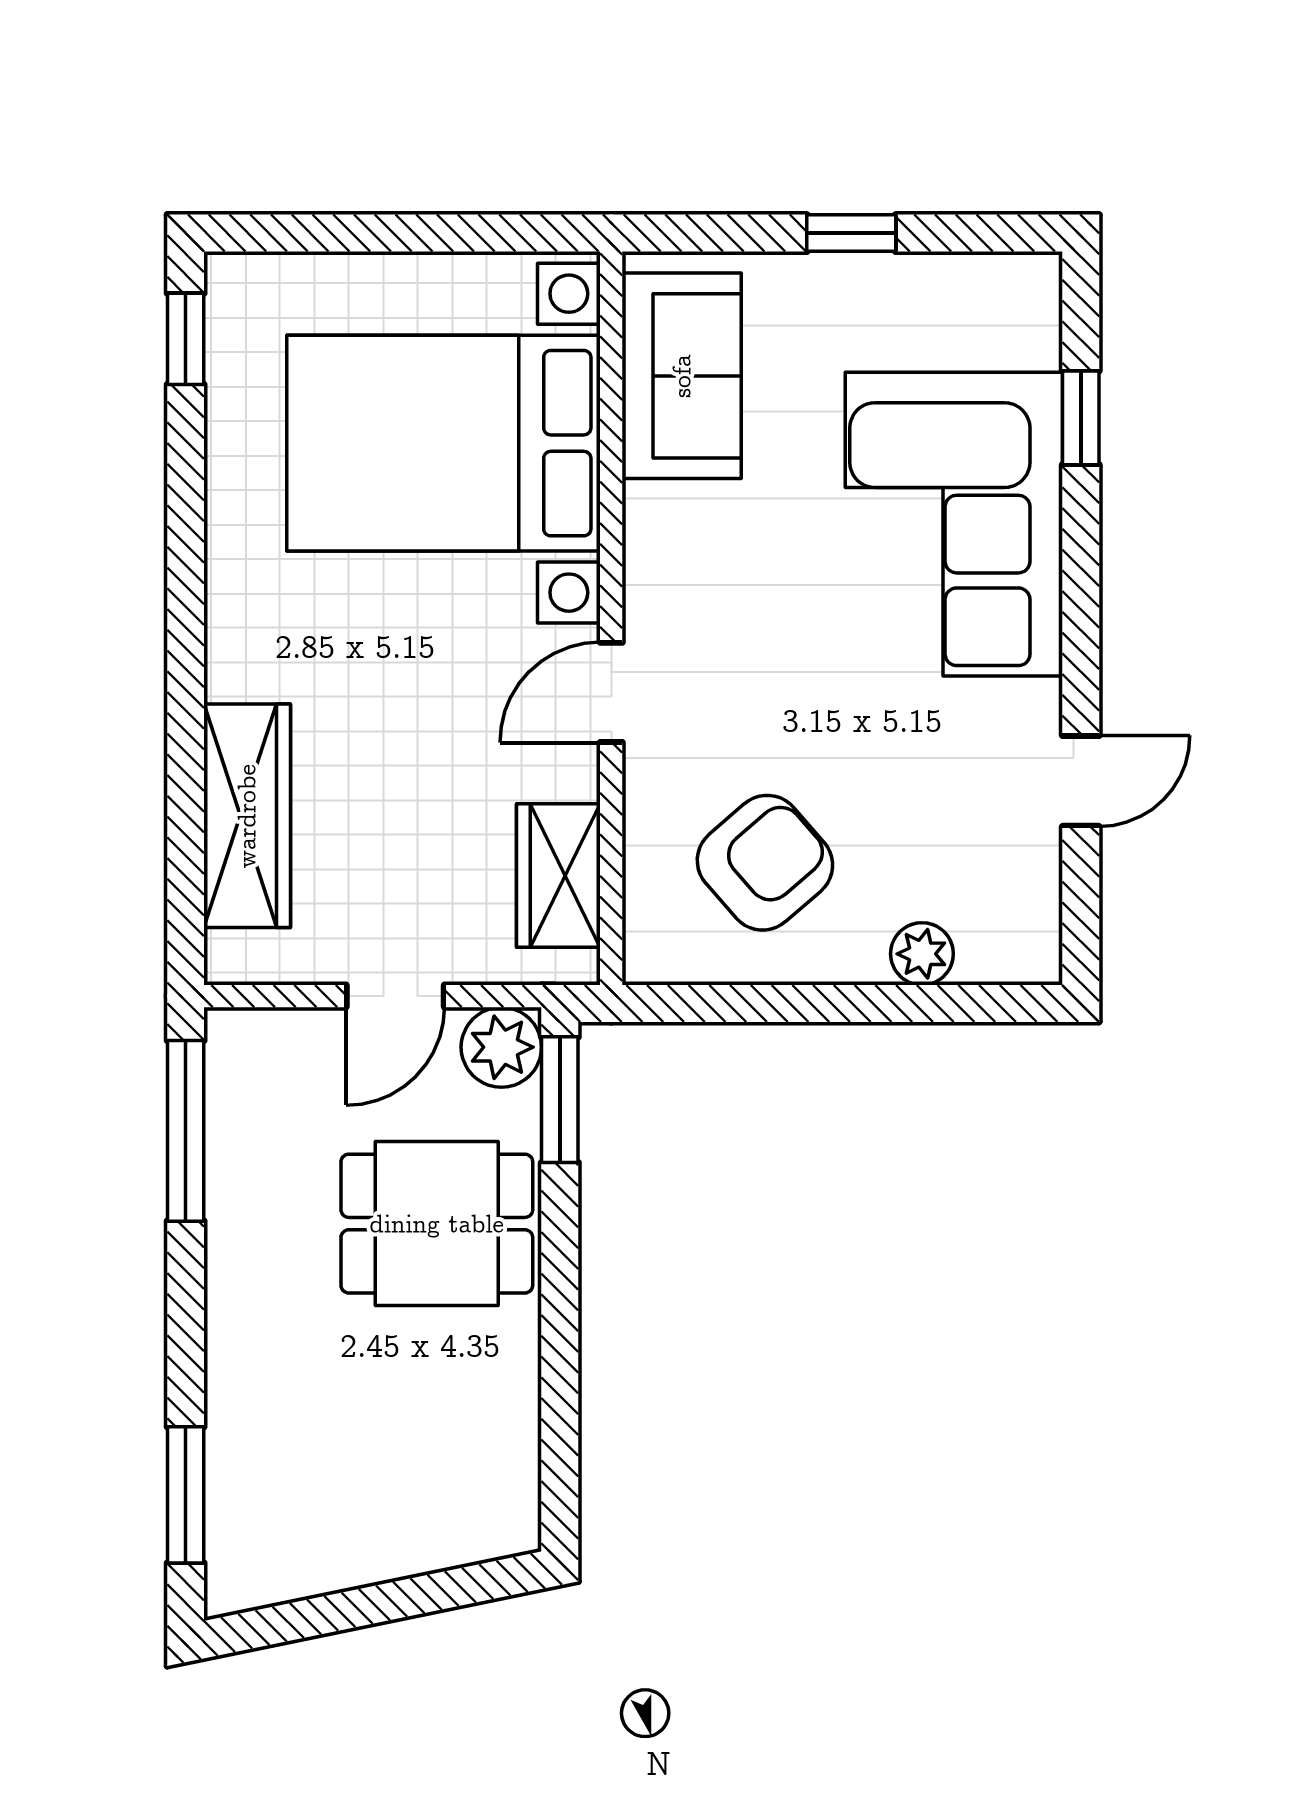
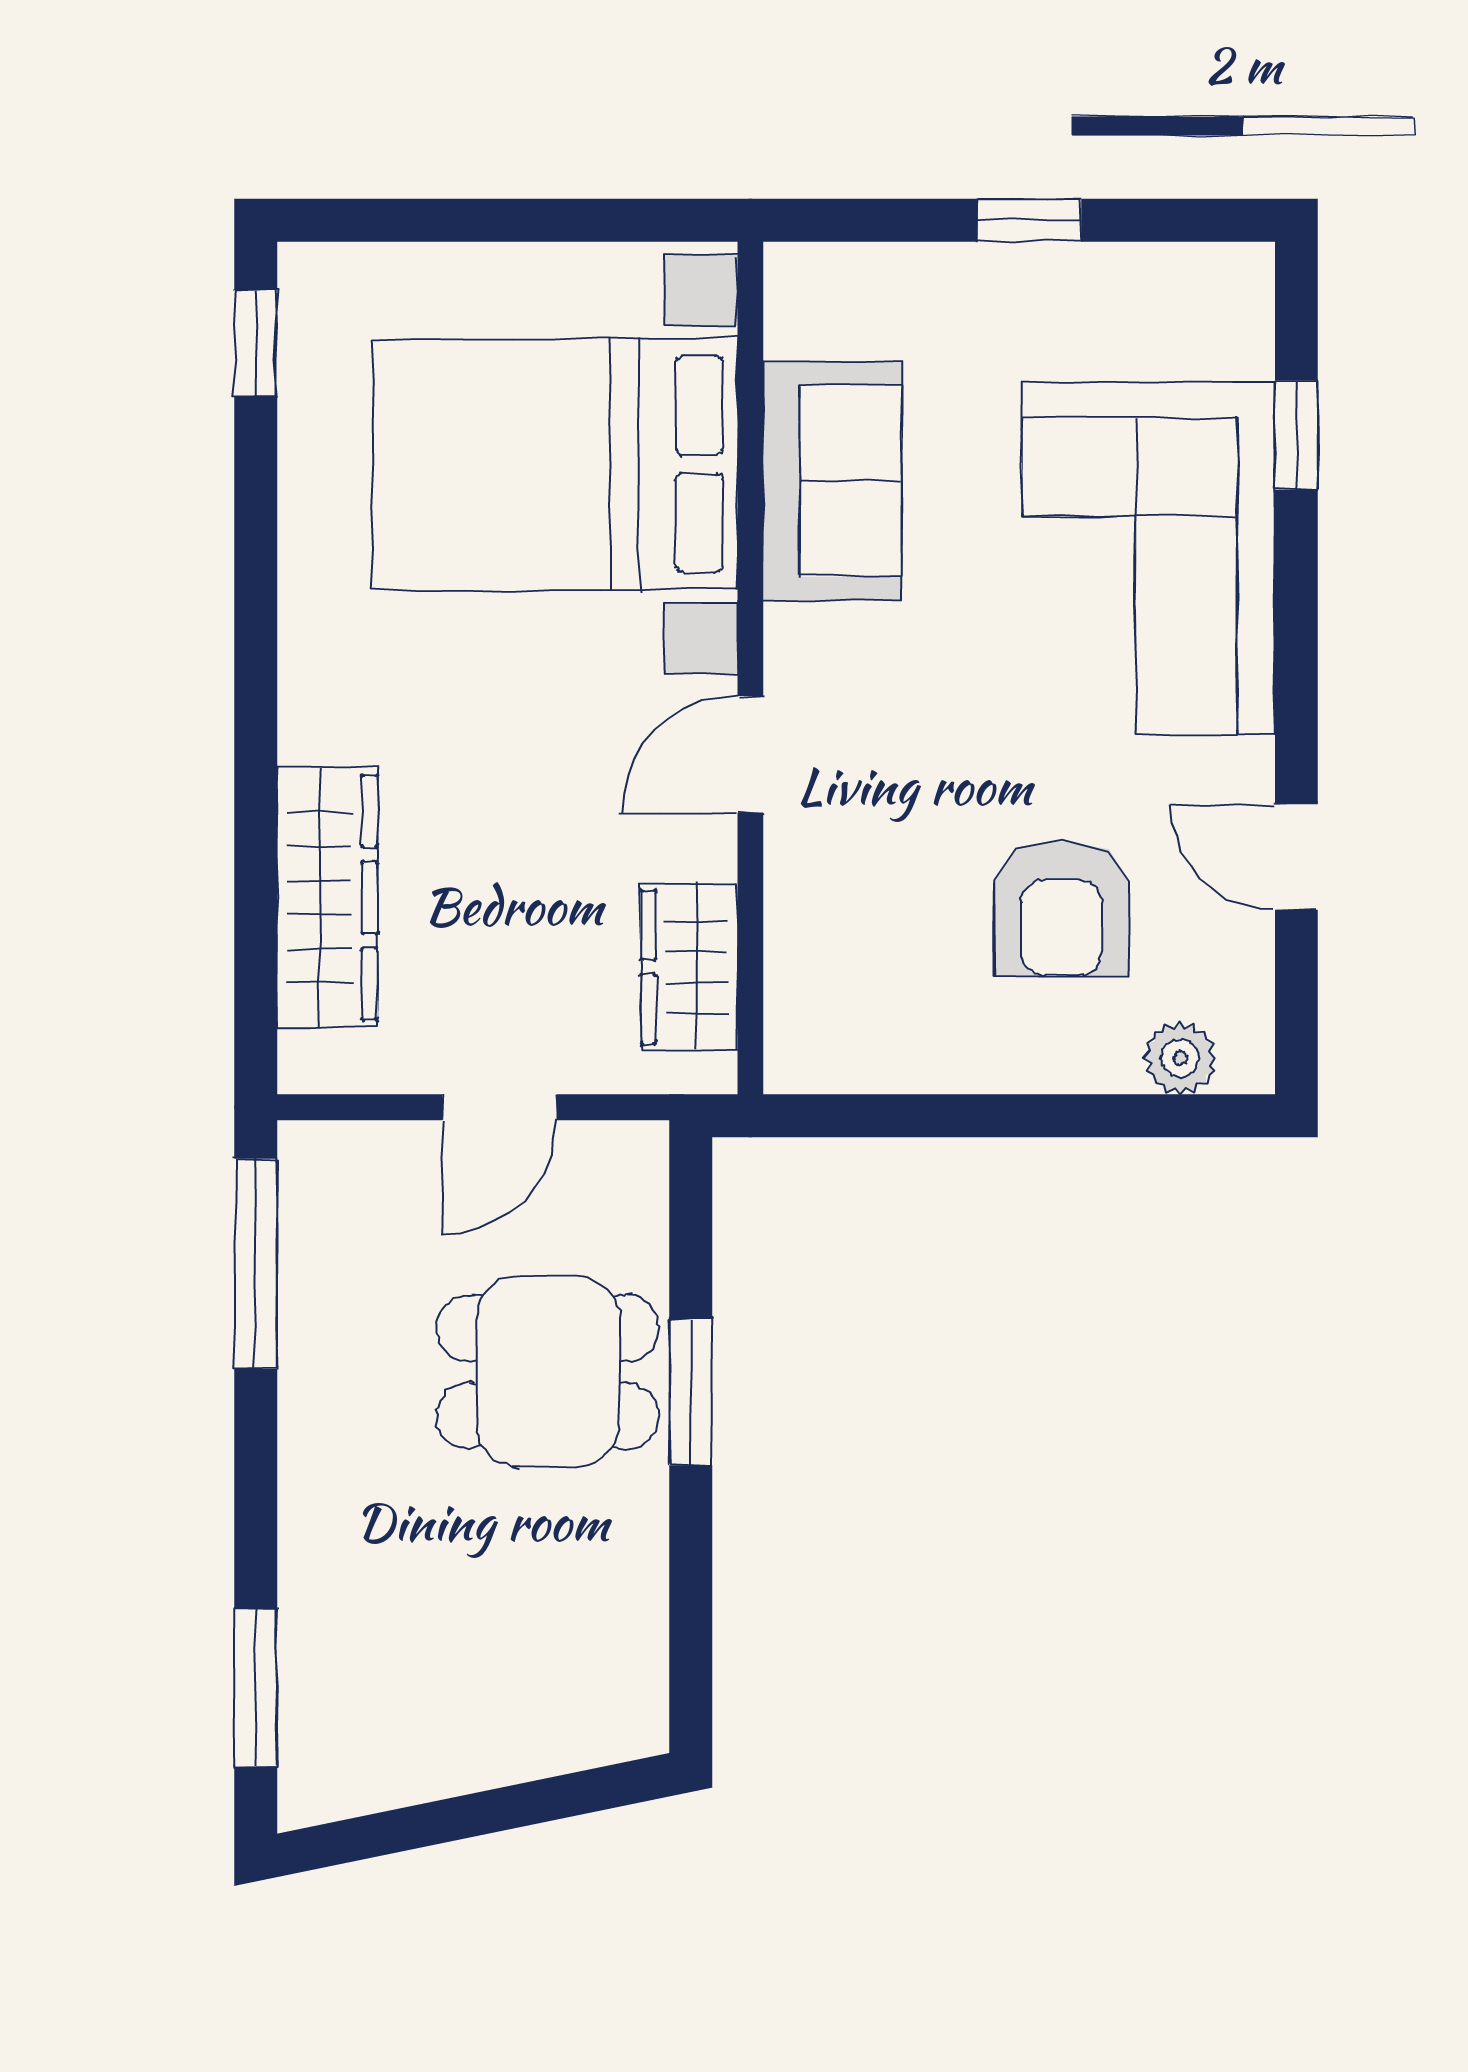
sofa: (682, 376) -> (832, 481), moved
door: (1081, 781) -> (1296, 857), swing flipped
armchair: (765, 863) -> (1062, 908), moved, turned 131
plant: (922, 954) -> (1180, 1058), moved
plant: (501, 1047) -> (623, 1167), removed
window: (560, 1100) -> (691, 1392), moved

